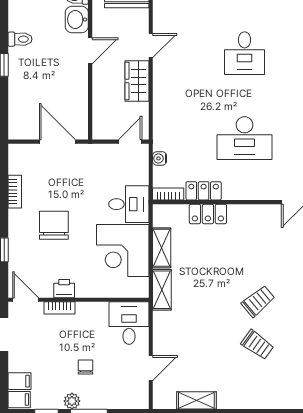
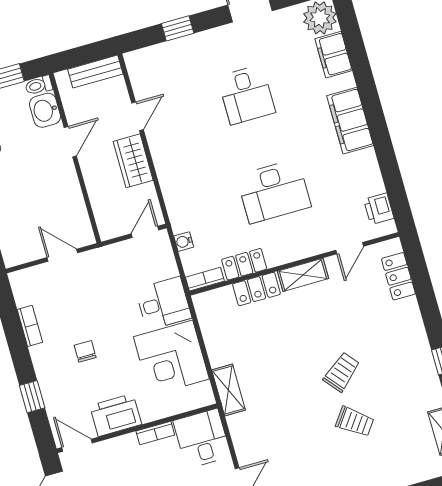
door: (57, 142) -> (62, 255), width x0.73
chair: (54, 225) -> (85, 351), width x0.54, depth x0.54
shelving: (162, 248) -> (303, 275), moved, turned 90
printer: (64, 289) -> (116, 415), width x1.87, depth x1.48
bookcase: (59, 308) -> (155, 433), moved

